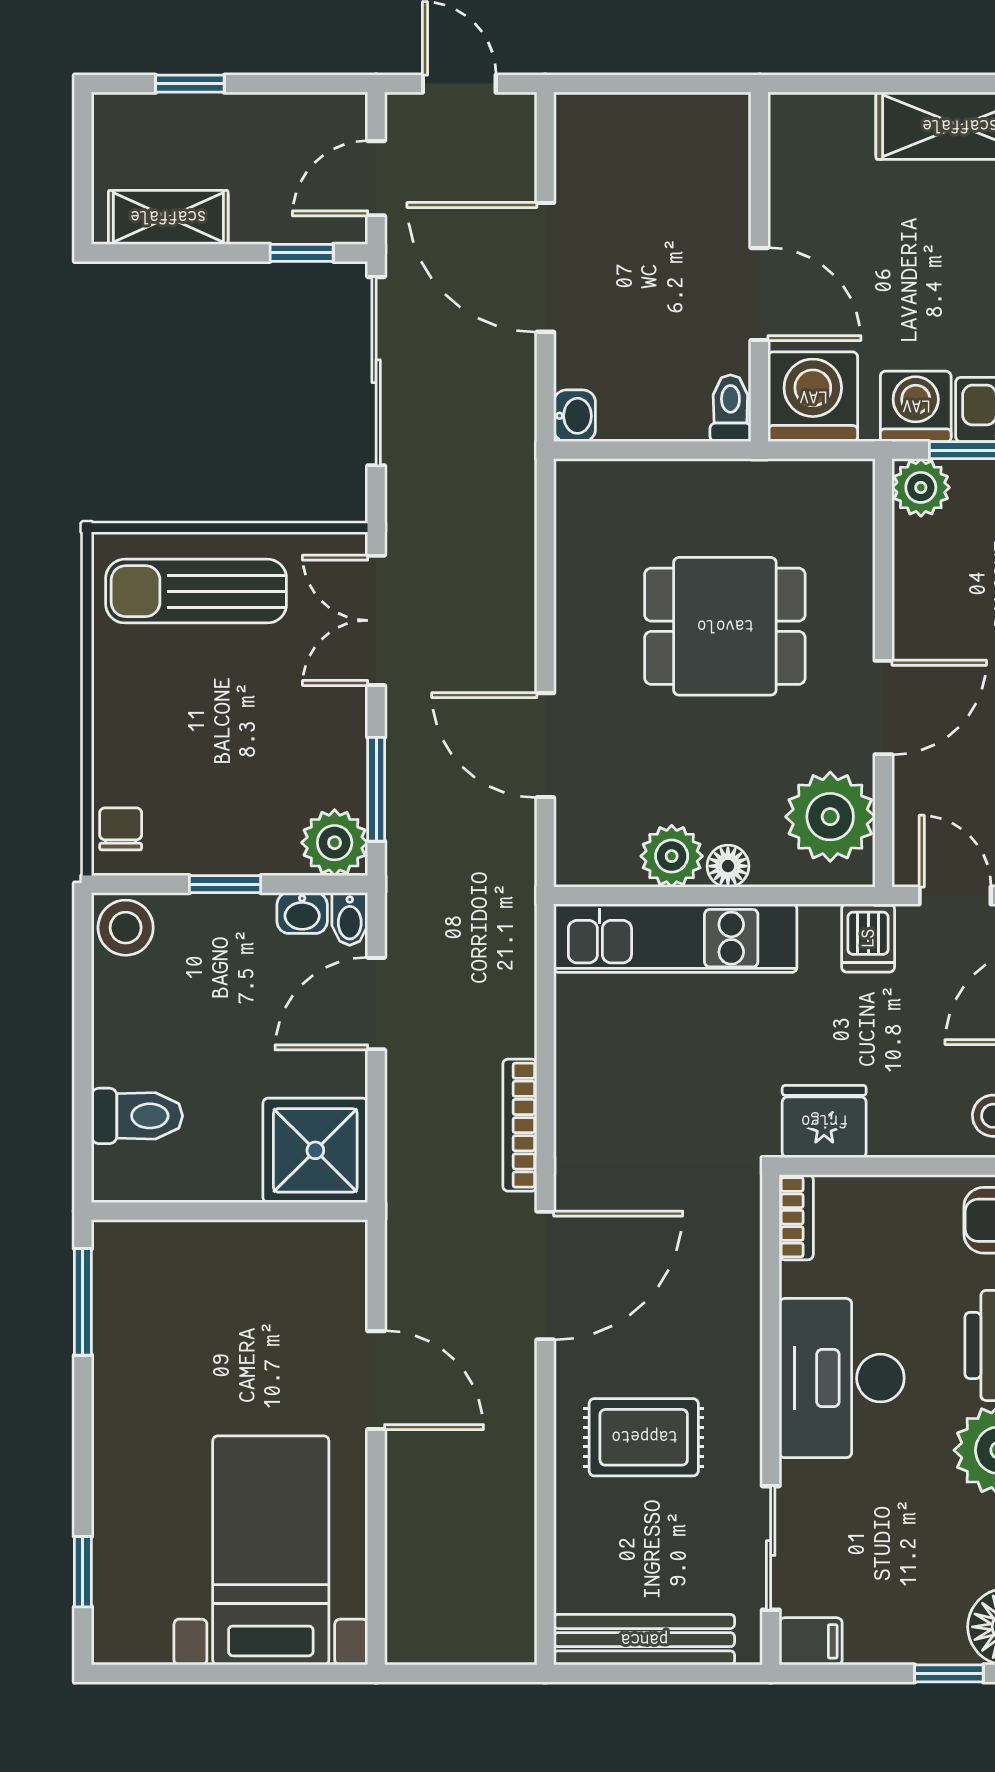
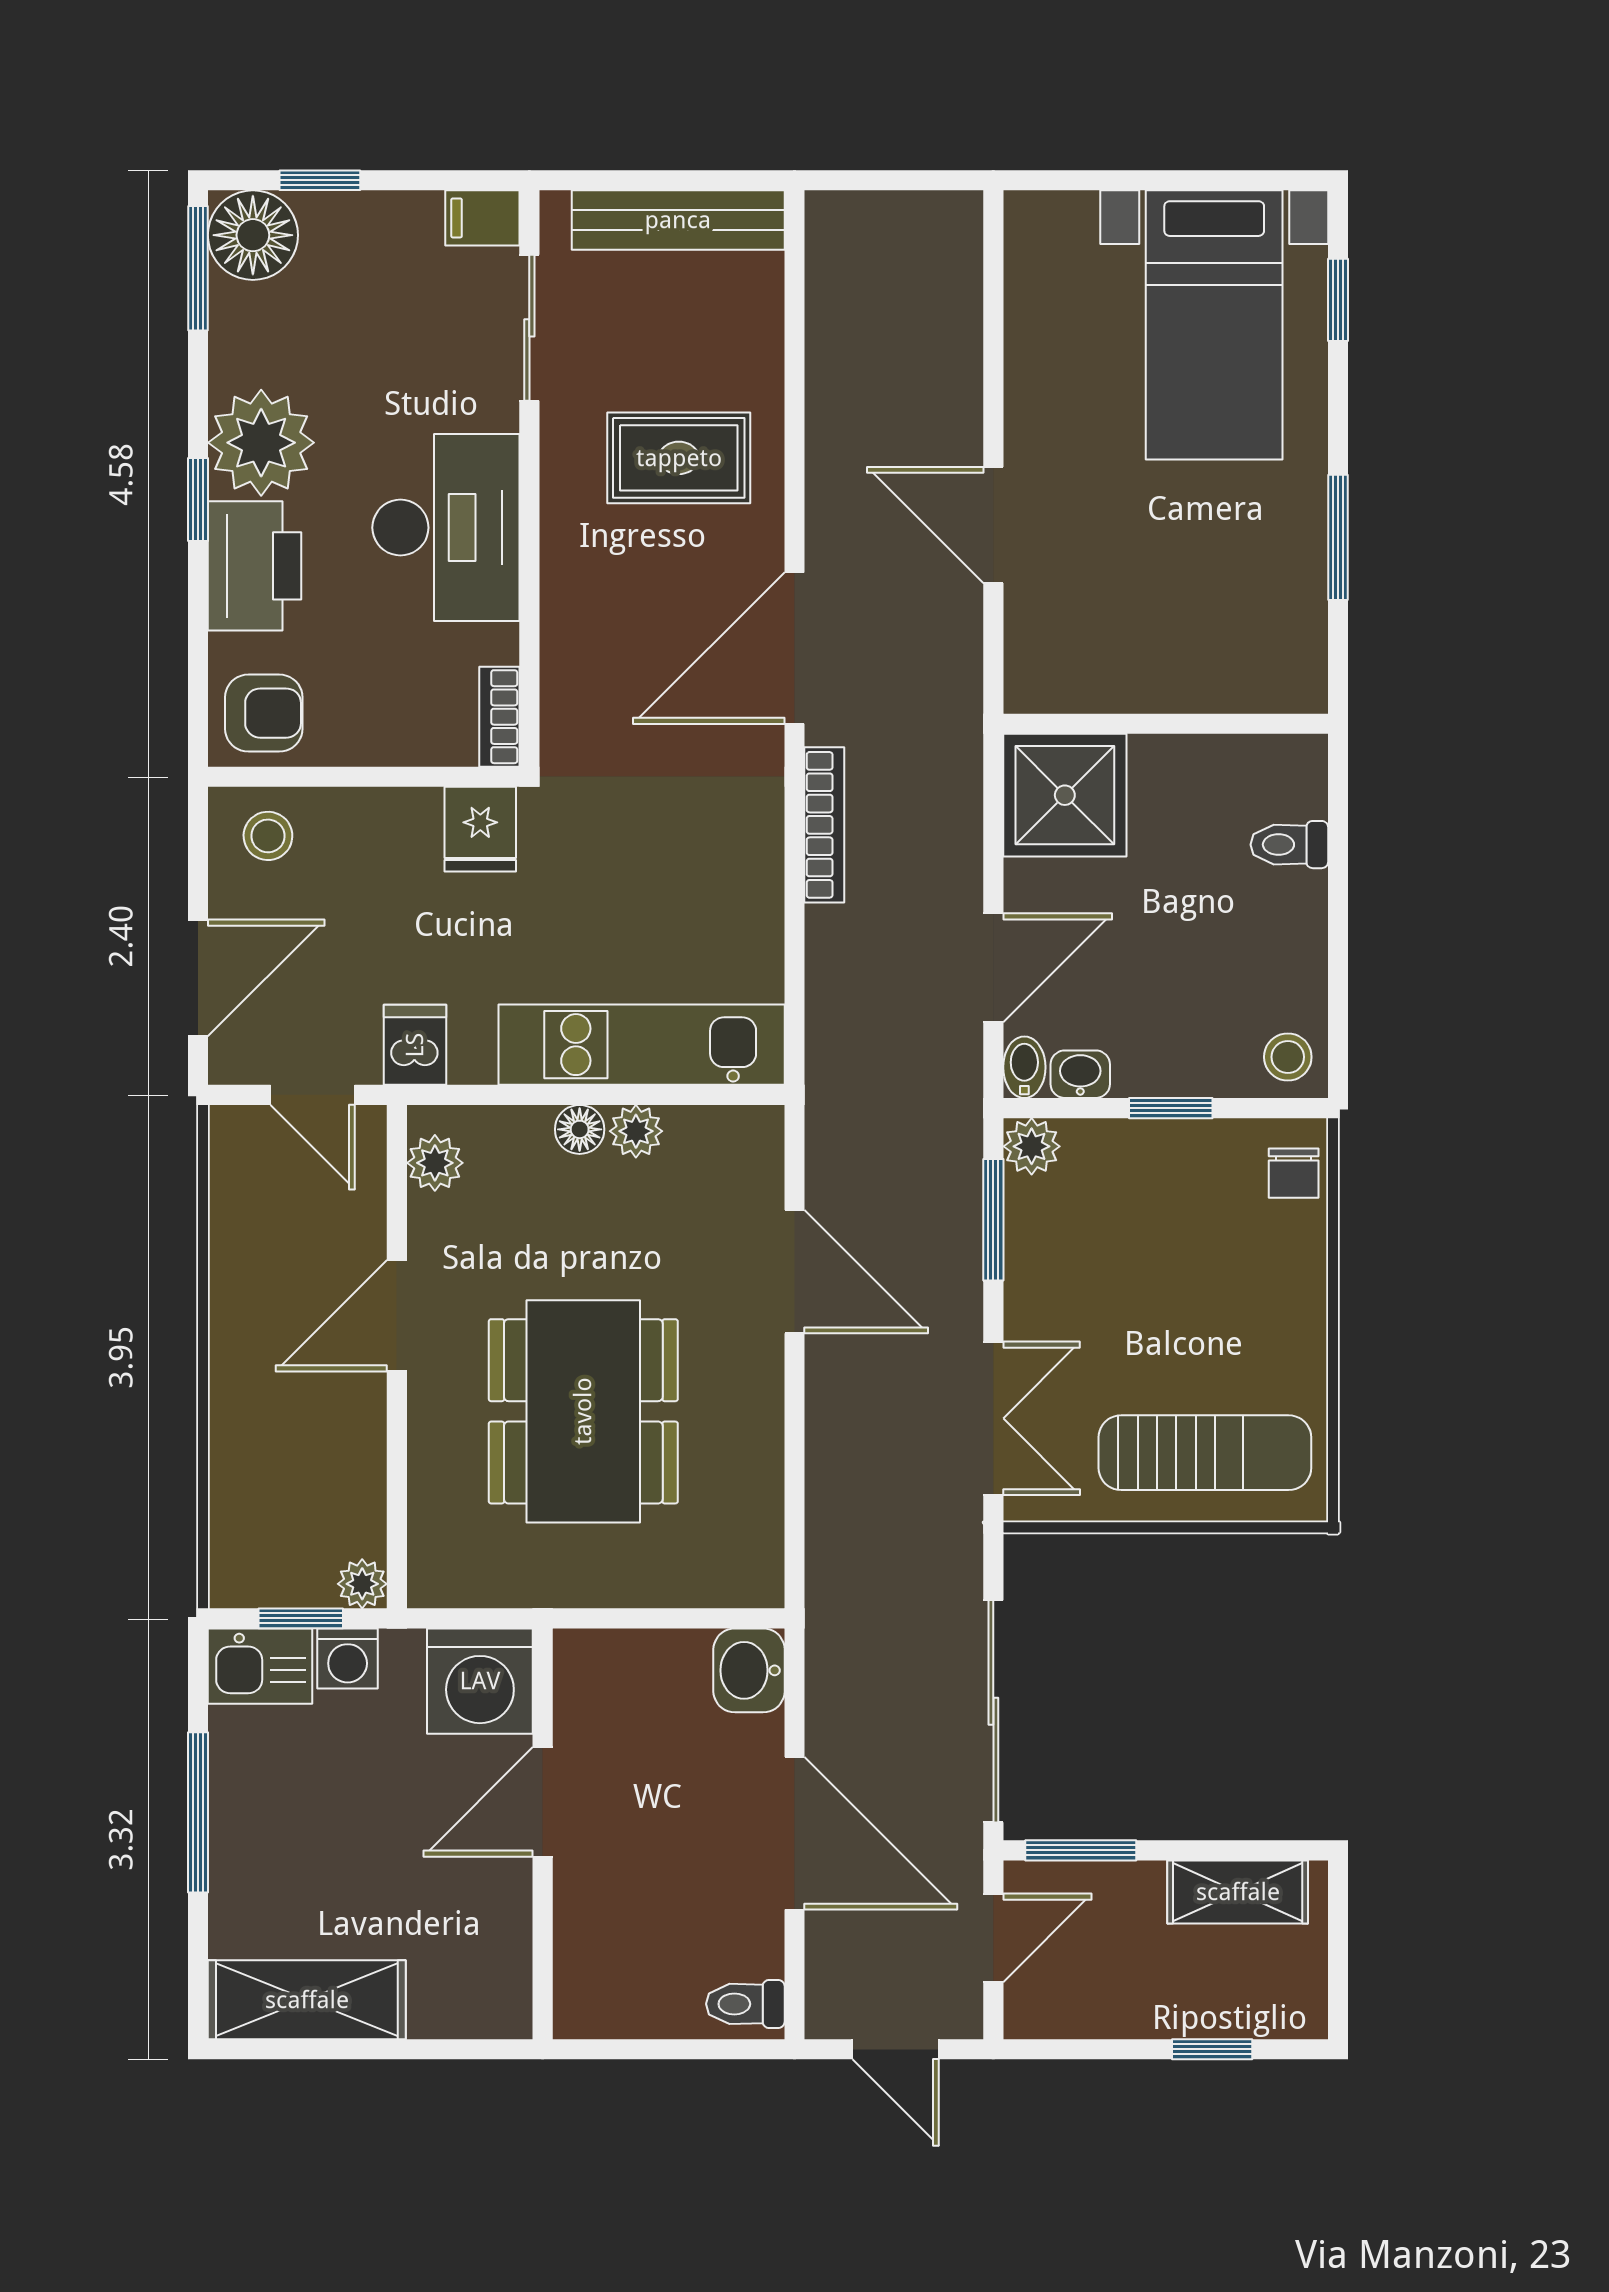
window: (302, 253) -> (1081, 1850), width x1.50
door: (759, 294) -> (543, 1802), hinge flipped
washing machine: (916, 406) -> (348, 1658), width x0.73, depth x0.73
toilet: (730, 408) -> (745, 2004), moved, turned 90
washbasin: (575, 416) -> (749, 1670), width x1.38, depth x1.45
plant: (921, 487) -> (362, 1584), width x0.73, depth x0.73
dining table: (725, 626) -> (583, 1411), width x1.38
plant: (830, 817) -> (435, 1163), width x0.53, depth x0.53
plant: (335, 843) -> (1032, 1146), width x0.73, depth x0.73
plant: (672, 856) -> (636, 1131), width x0.73, depth x0.73
stool: (126, 928) -> (1288, 1057), width x0.73, depth x0.73
toilet: (137, 1116) -> (1289, 845), width x0.73, depth x0.72
fridge: (824, 1121) -> (480, 829), width x0.72
window: (83, 1302) -> (1338, 537), moved
bed with nightstands: (271, 1550) -> (1214, 325), moved

